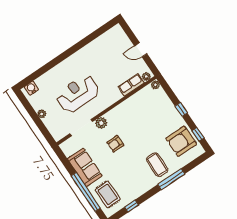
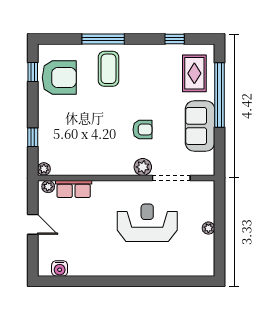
water cooler: (31, 88) -> (60, 268), moved
reception desk: (78, 94) -> (147, 223), turned 180
window: (181, 110) -> (33, 137), moved

